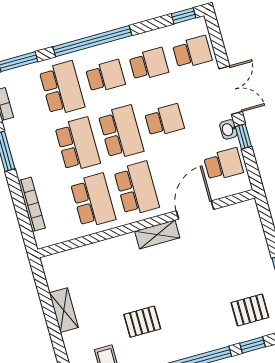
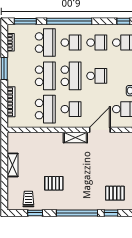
school desk: (136, 189) -> (71, 109), width x0.54

